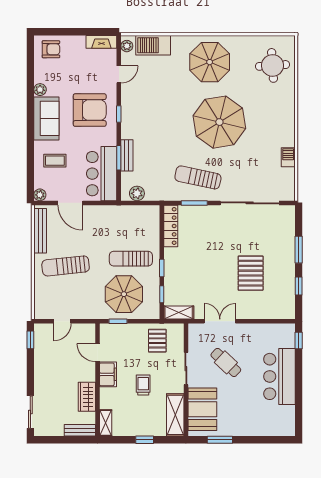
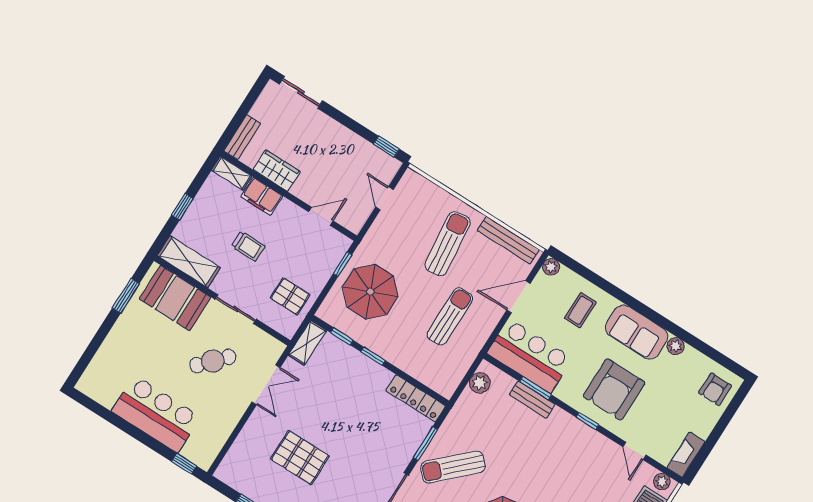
sun lounger: (198, 177) -> (453, 467), turned -146
sun lounger: (131, 259) -> (450, 316), moved
filing cabinet: (108, 374) -> (262, 196), moved

